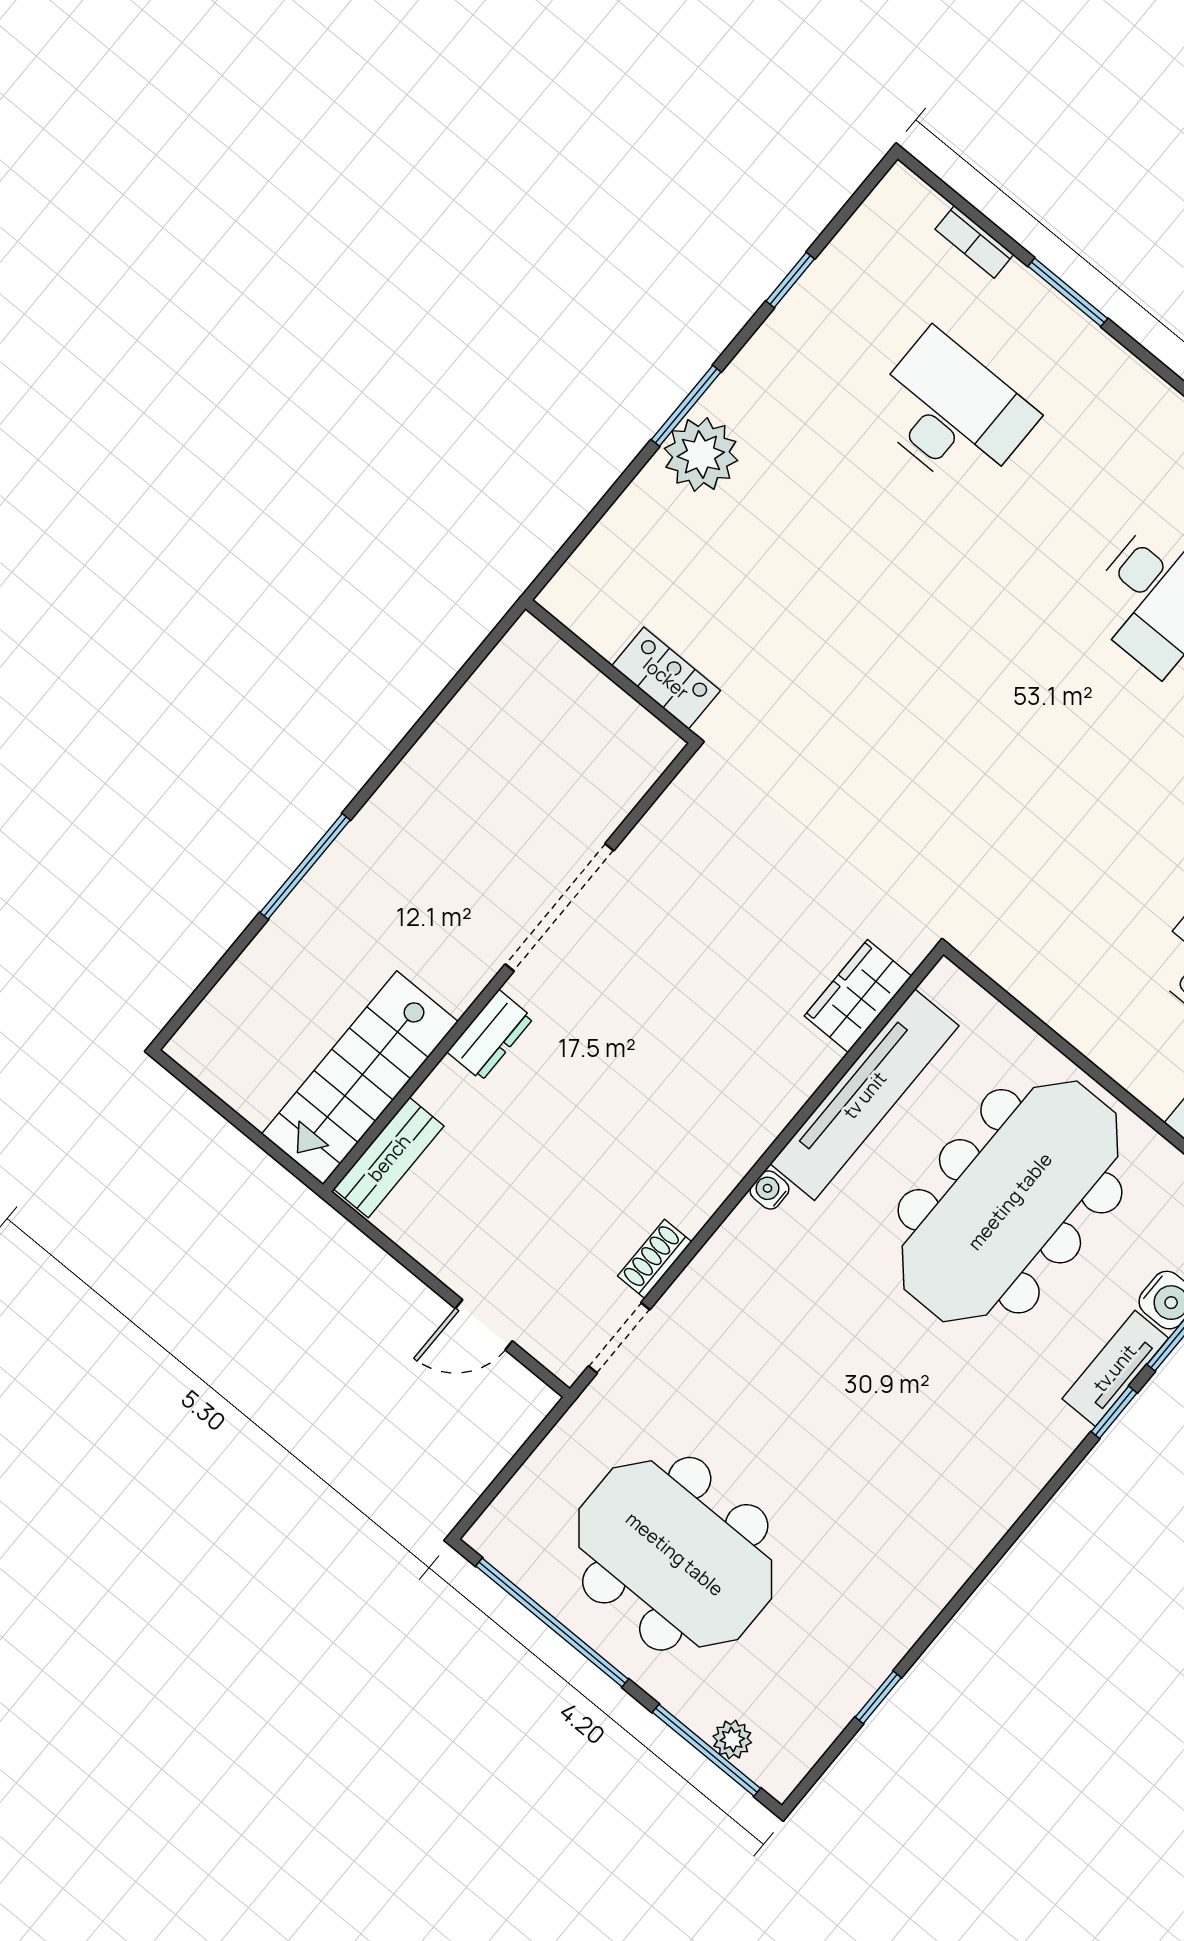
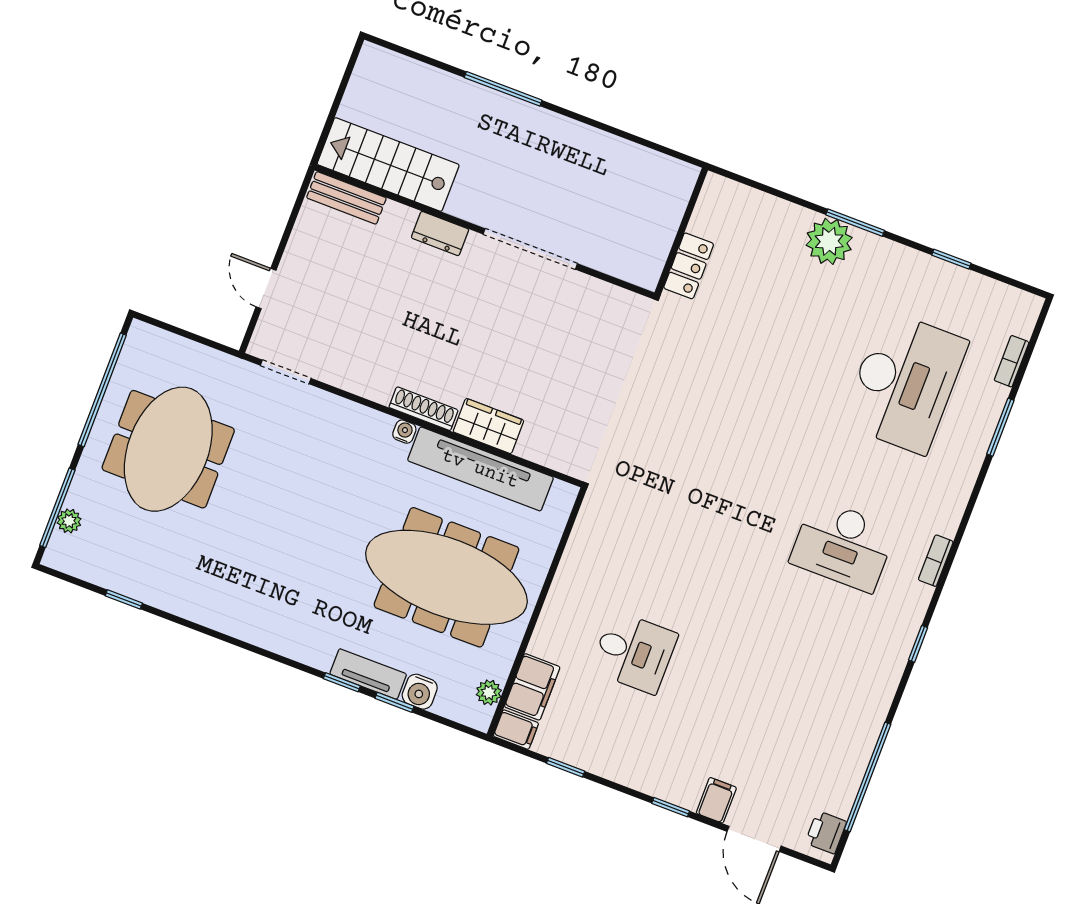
desk: (952, 413) -> (905, 382), width x1.36, depth x1.30
wardrobe: (858, 996) -> (488, 426), moved
shoe rack: (655, 1259) -> (423, 409), moved, width x1.43

